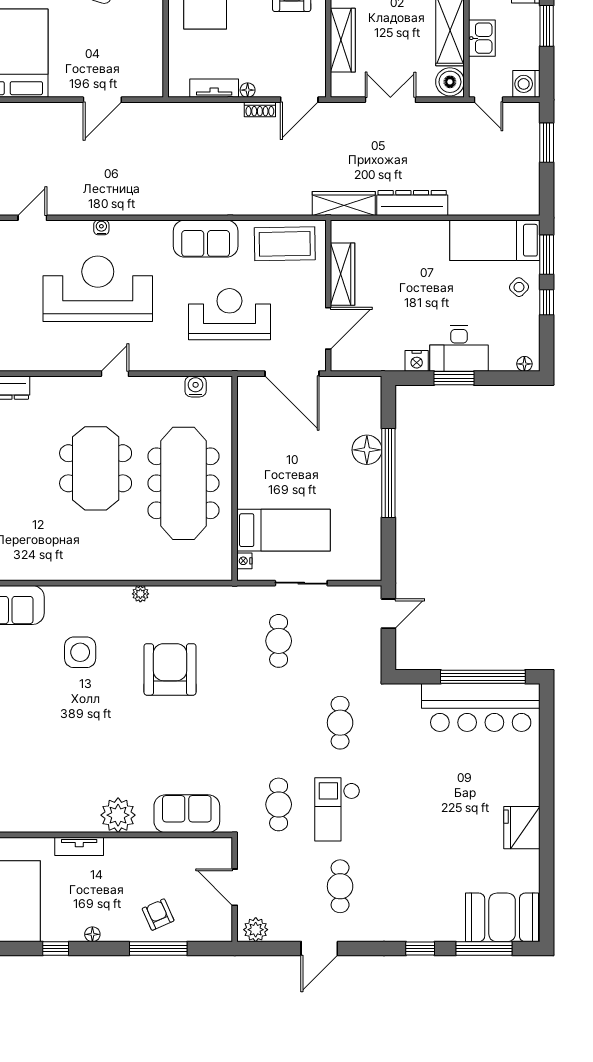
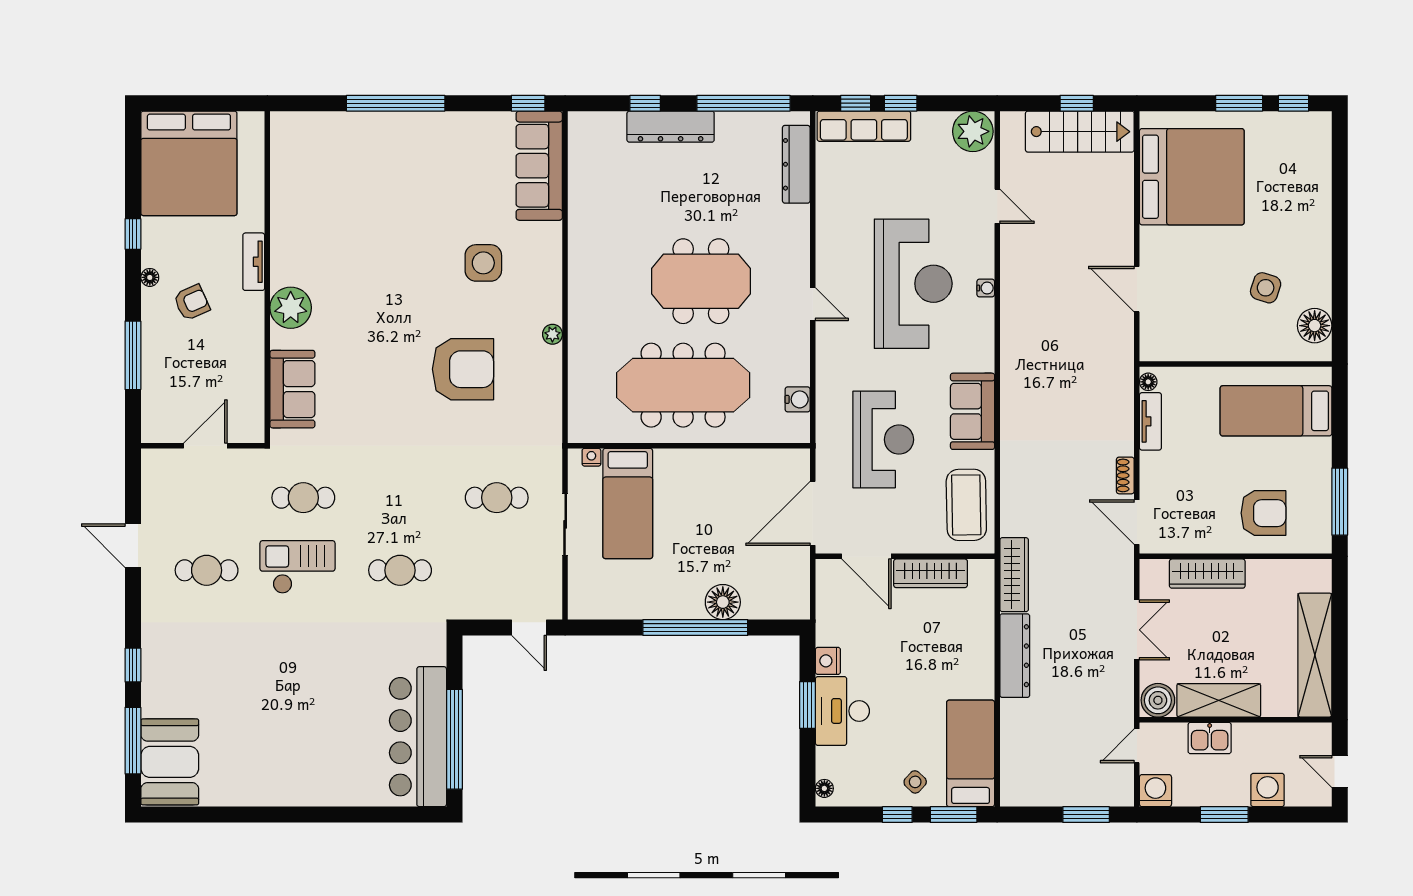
floor lamp: (248, 90) -> (1148, 382), moved
fridge: (522, 828) -> (276, 785), removed
armchair: (158, 915) -> (192, 302), moved
plant: (256, 930) -> (155, 470), removed

